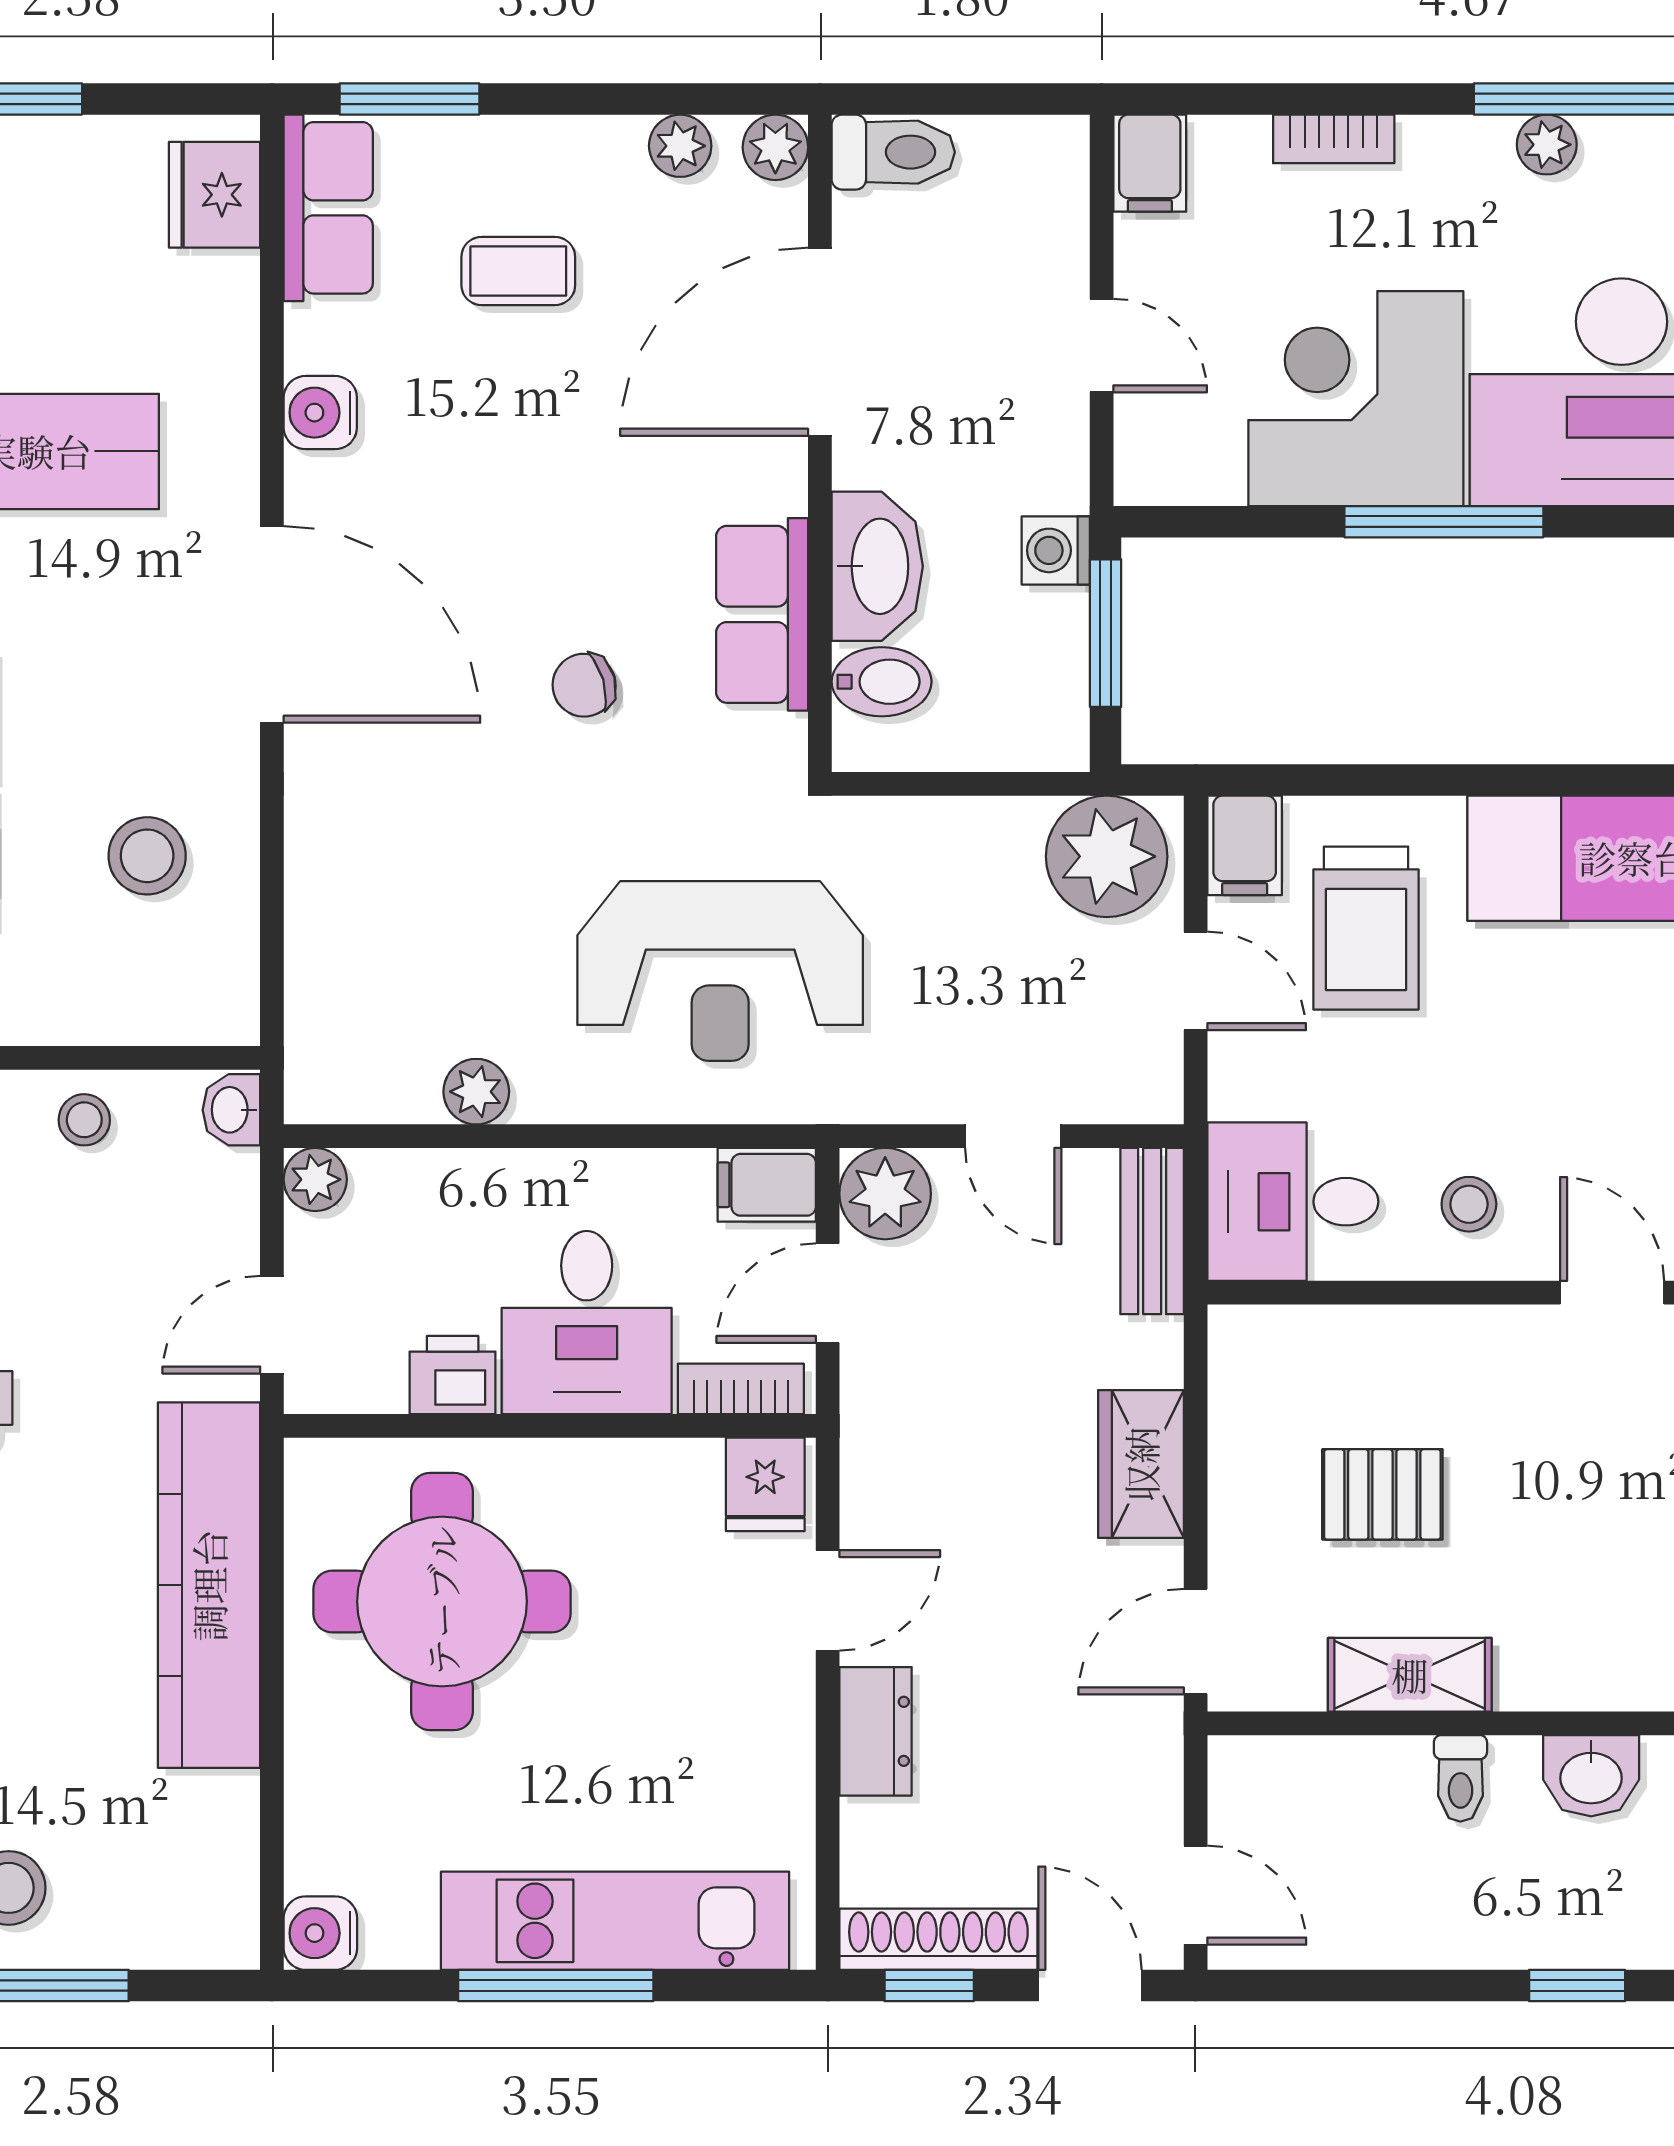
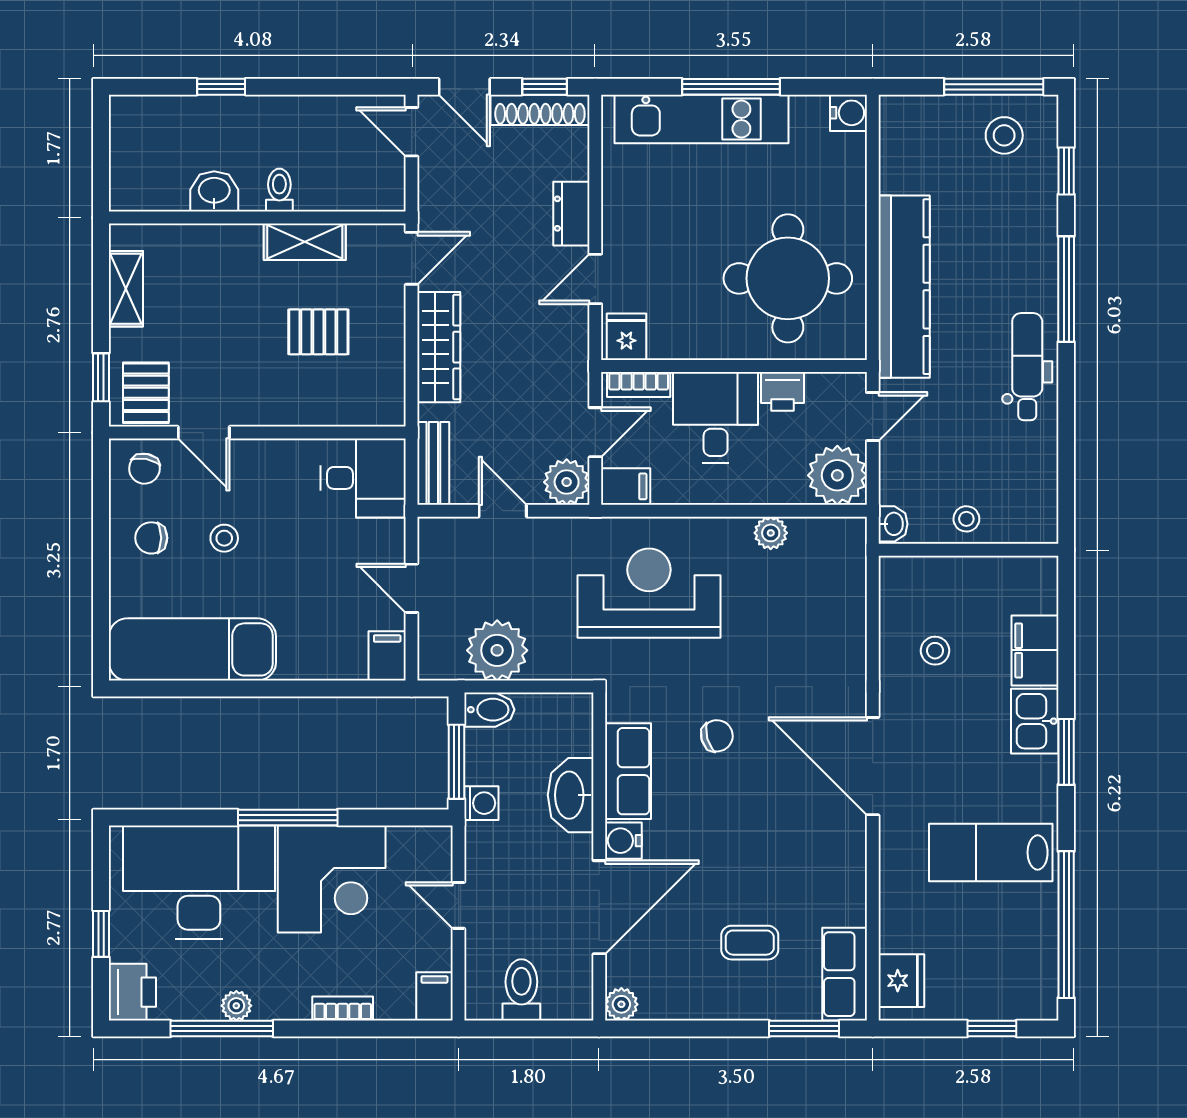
plant: (680, 146) -> (669, 1005), removed
toilet: (893, 152) -> (521, 990), moved, turned 90
water cooler: (320, 413) -> (623, 841), moved, turned 180
bidet: (882, 682) -> (489, 710), moved, turned 180
stool: (147, 856) -> (935, 651), width x0.73, depth x0.73
plant: (1107, 856) -> (497, 650), moved
trolley: (1366, 928) -> (327, 615), removed
plant: (315, 1179) -> (837, 475), width x1.88, depth x1.88
stool: (1469, 1204) -> (224, 538), moved
wardrobe: (1141, 1464) -> (439, 347), width x1.50

